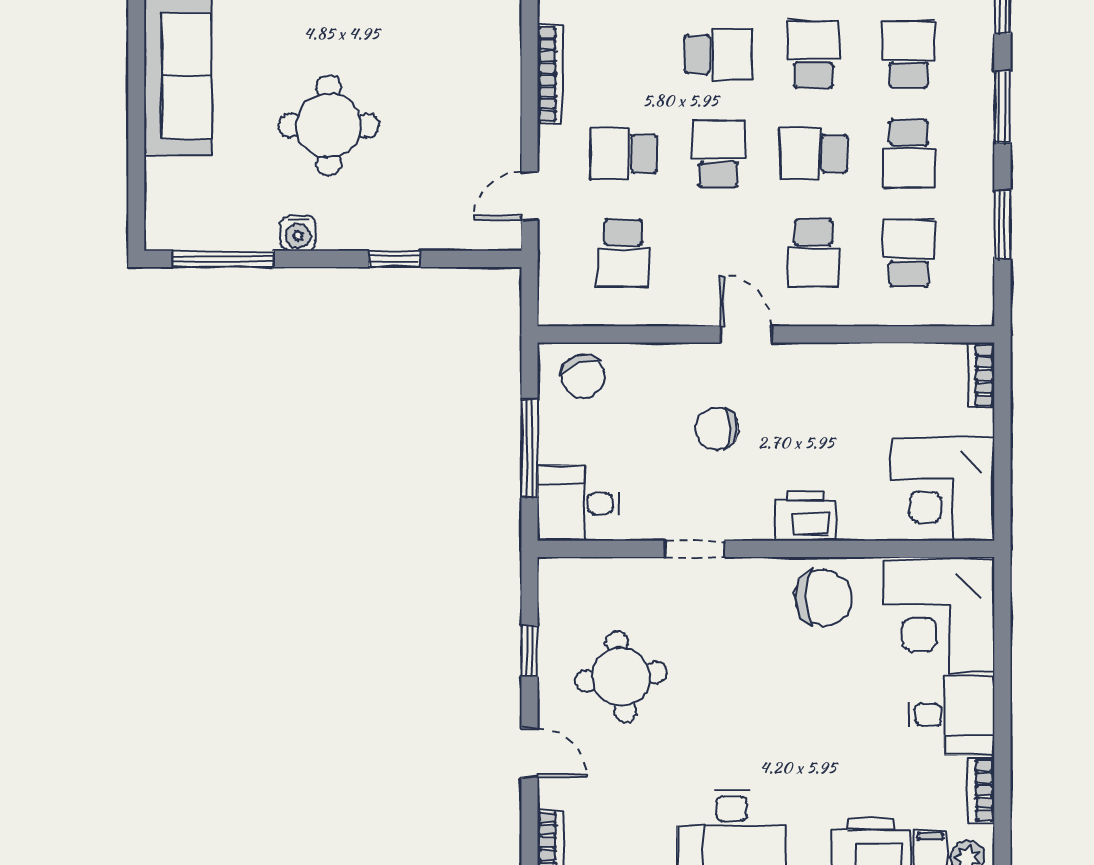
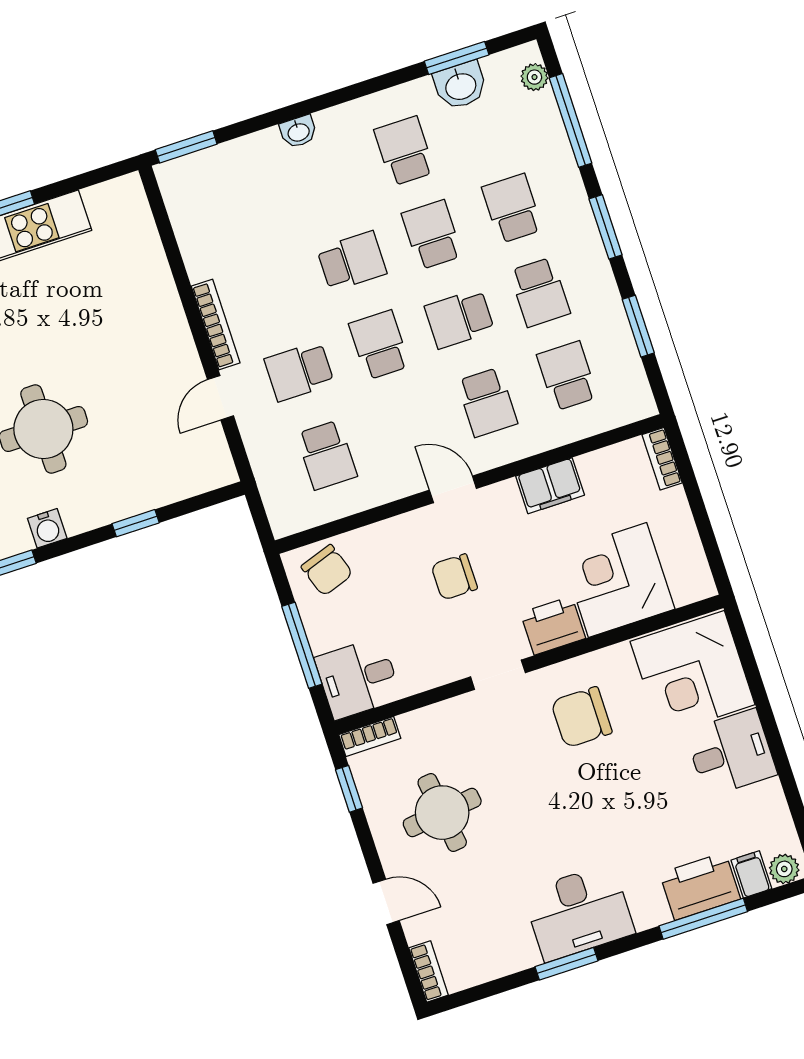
door: (530, 196) -> (220, 398), moved
filing cabinet: (852, 365) -> (550, 486), added
corner desk: (943, 490) -> (618, 580), moved, turned 90
doorway: (695, 549) -> (498, 675), moved
chair: (823, 598) -> (581, 717), moved, turned 180
window: (530, 651) -> (349, 789), moved
bookcase: (981, 790) -> (370, 737), moved, turned -90

